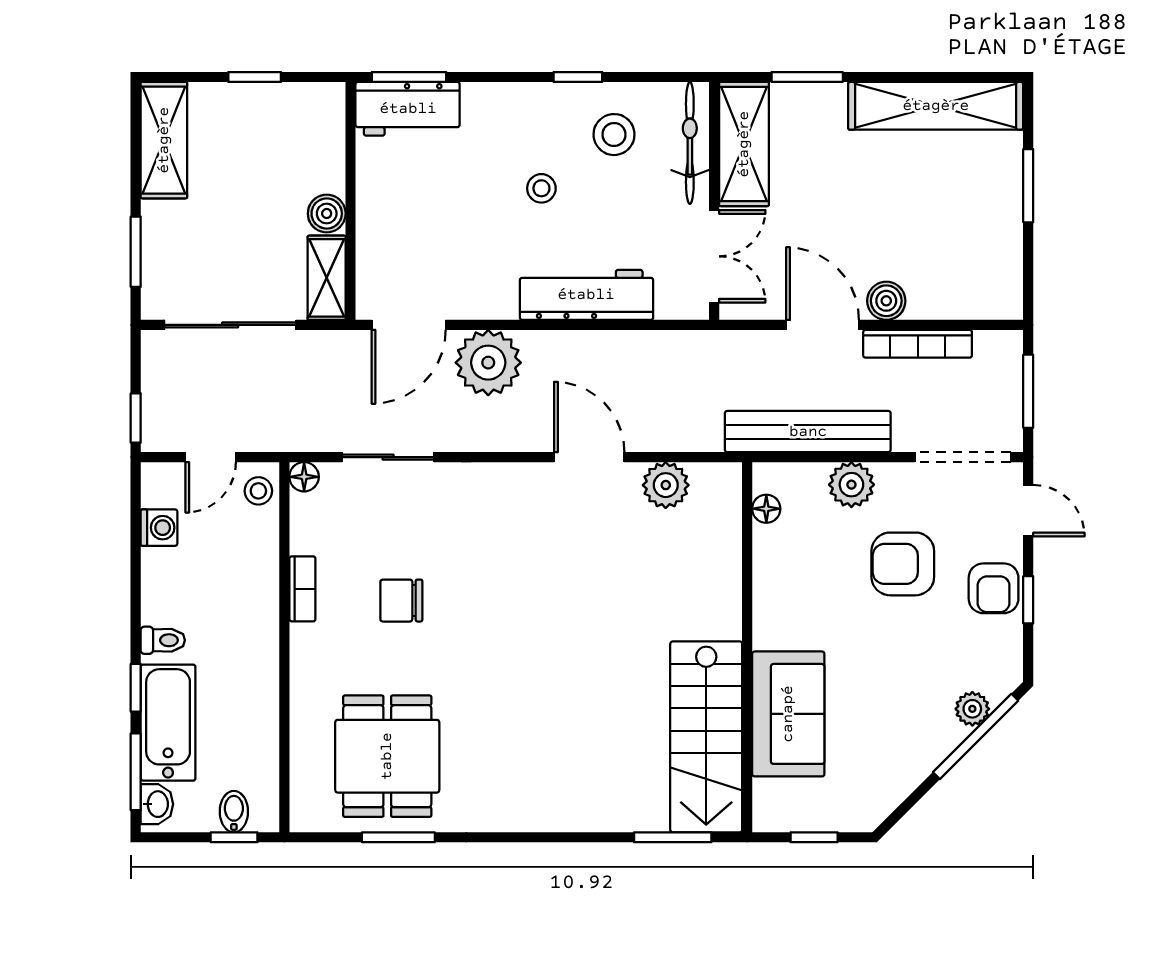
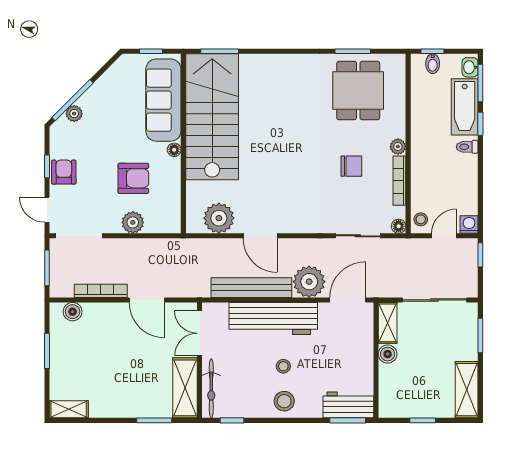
window: (578, 77) -> (232, 420), moved
shelving: (936, 106) -> (69, 409), width x0.45, depth x0.75
stool: (614, 135) -> (284, 401), moved
window: (1028, 186) -> (47, 351), moved
workbench: (586, 295) -> (273, 318), width x1.36, depth x1.32
boiler: (886, 301) -> (73, 312), moved
bench: (808, 432) -> (251, 288), moved
plant: (666, 485) -> (219, 218), width x1.36, depth x1.36
floor lamp: (766, 509) -> (174, 150), moved
washing machine: (159, 528) -> (469, 224), moved, turned 90
armchair: (903, 564) -> (133, 178), moved
bookcase: (302, 589) -> (399, 181), width x1.56
plant: (306, 641) -> (398, 147), added
sofa: (788, 714) -> (163, 100), width x1.36
stairs: (706, 737) -> (212, 117), width x1.36, depth x1.51

